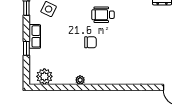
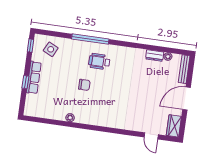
row of seats: (35, 36) -> (34, 78), width x1.48
plant: (44, 76) -> (38, 110), removed

